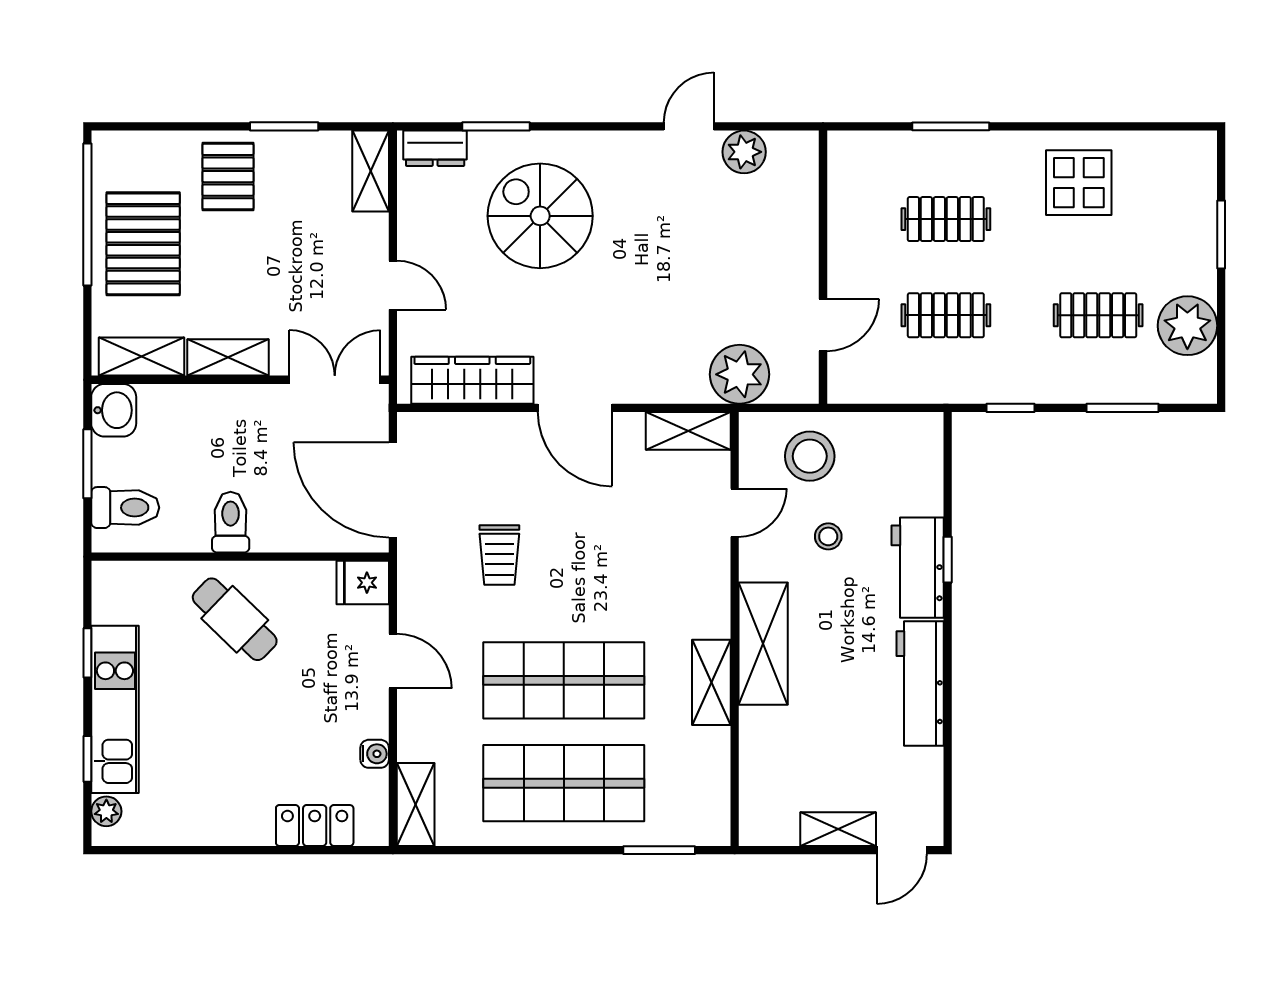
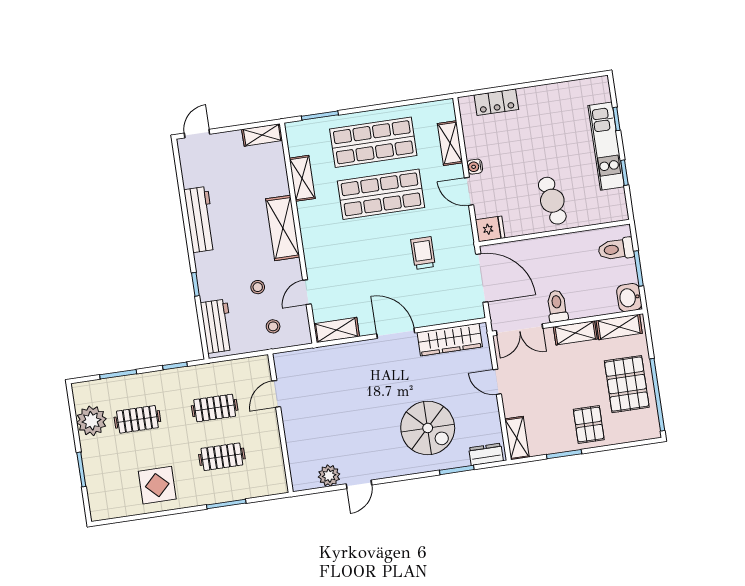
plant: (740, 374) -> (315, 363), removed
stool: (810, 456) -> (273, 326), width x0.53, depth x0.53
toilet: (231, 522) -> (557, 306), moved, turned 180
workbench: (918, 568) -> (217, 326), moved
cafe table: (235, 619) -> (552, 201), turned 35
shelving: (711, 682) -> (302, 178), moved
water cooler: (375, 754) -> (475, 167), moved
shelving: (416, 804) -> (450, 143), moved
plant: (106, 811) -> (603, 94), removed
shelving: (838, 829) -> (262, 135), moved

